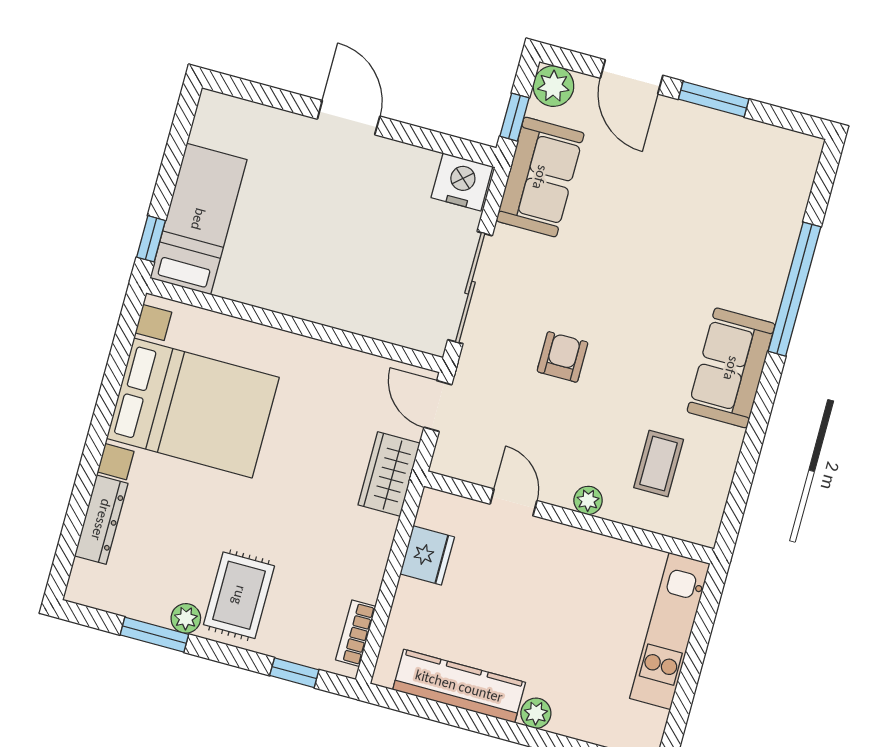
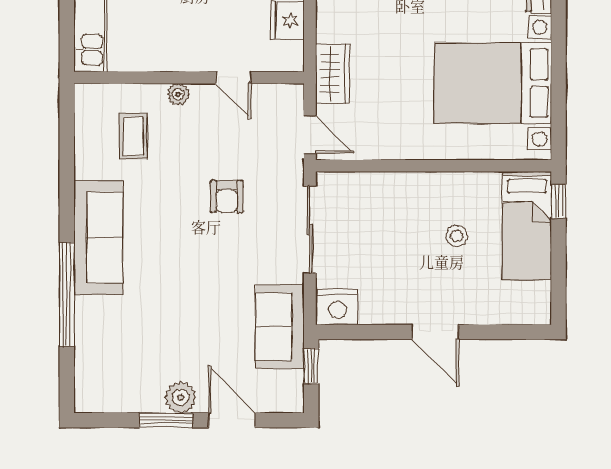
plant: (553, 86) -> (181, 397), moved
stool: (289, 230) -> (457, 236), added
sofa: (731, 368) -> (98, 238), width x1.36

